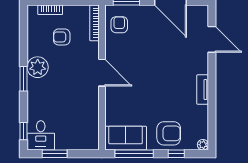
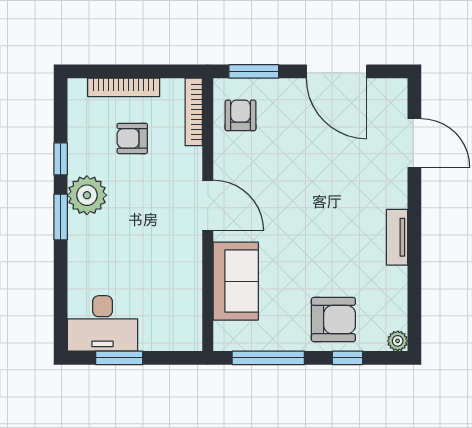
bookcase: (50, 10) -> (124, 87), width x1.56
window: (24, 131) -> (61, 159), moved
desk: (41, 135) -> (103, 323), width x1.37
sofa: (126, 138) -> (236, 281), moved, turned 90

